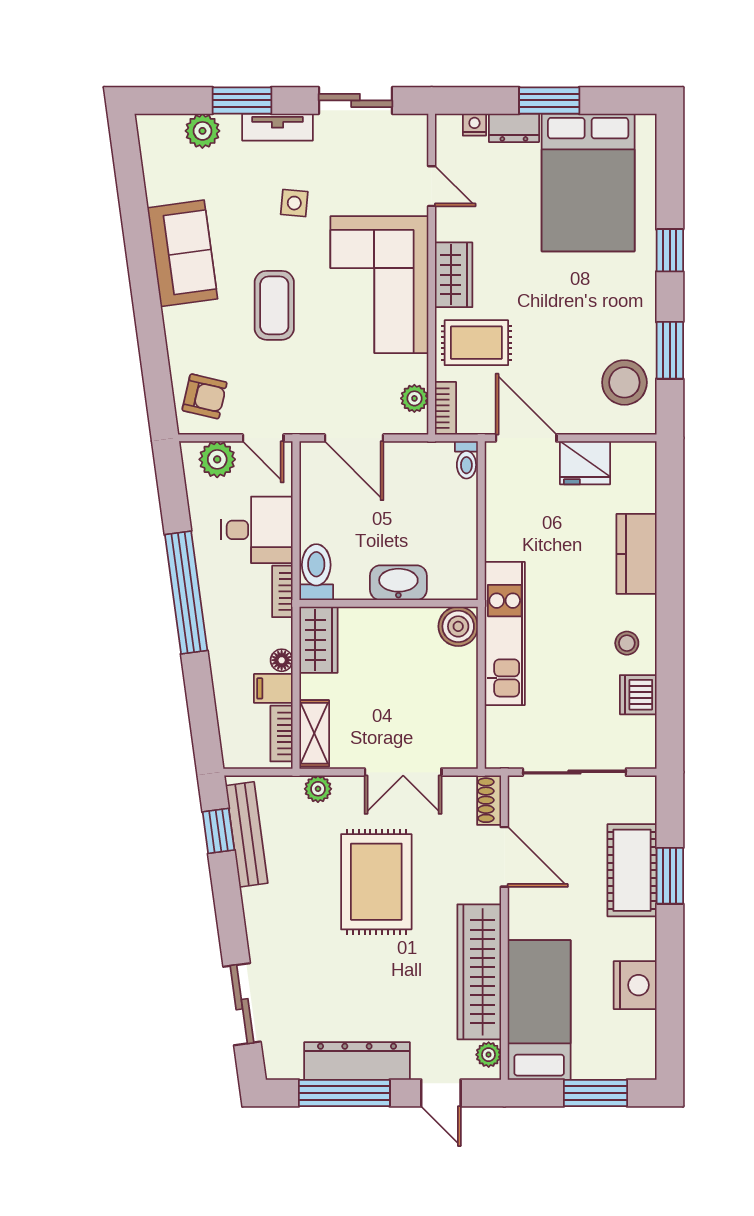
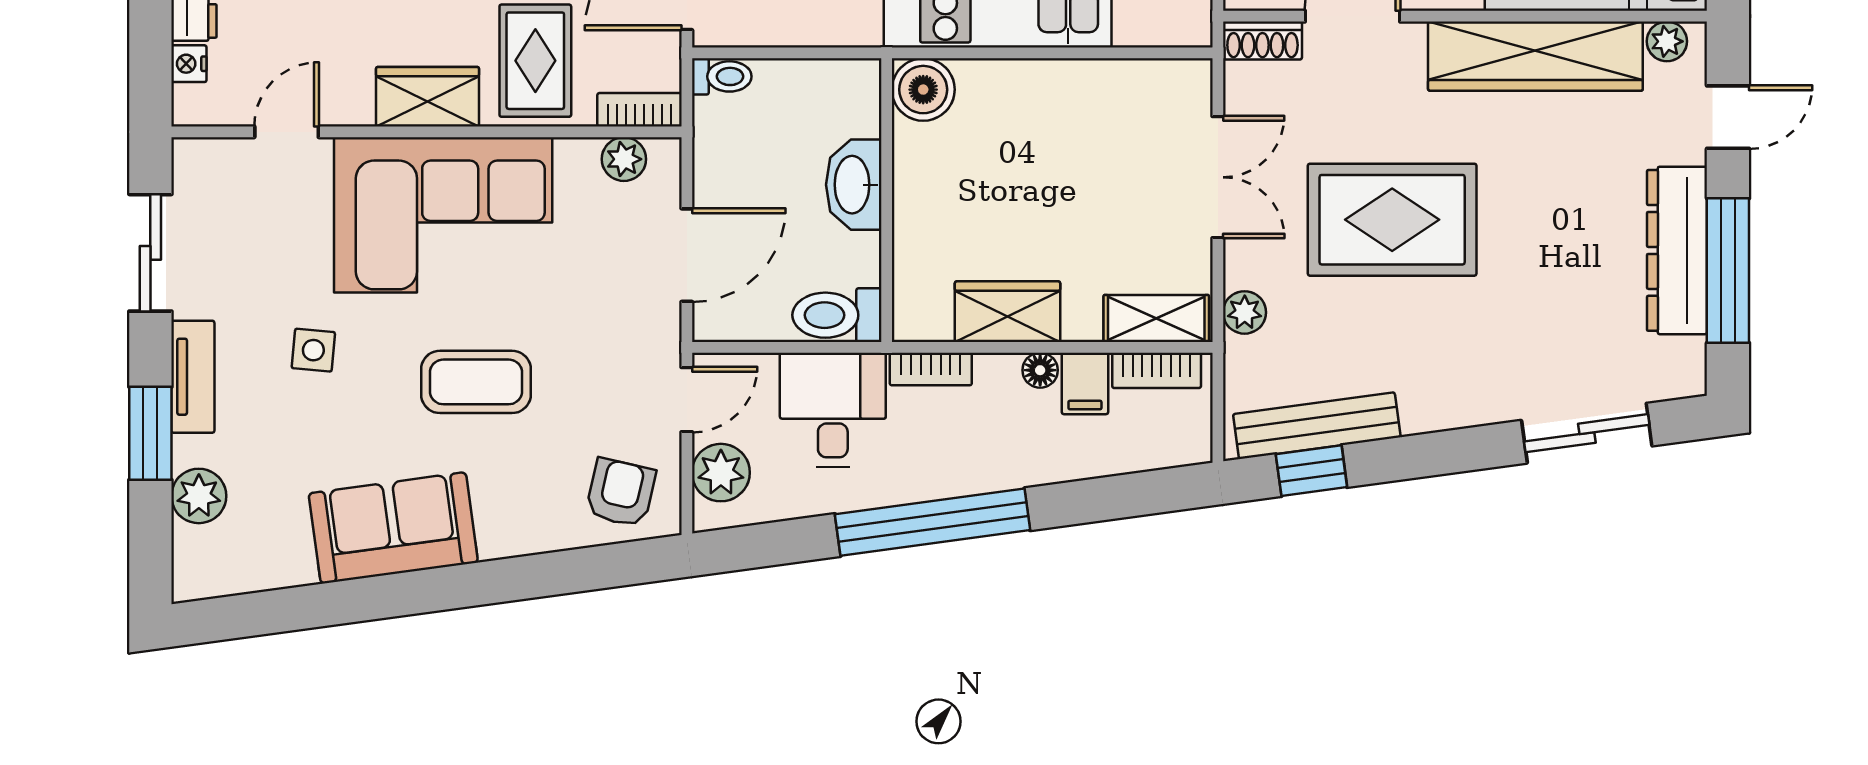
toilet: (316, 572) -> (837, 315), moved
washbasin: (398, 583) -> (854, 185), moved
wall: (389, 603) -> (887, 200), moved
boiler: (458, 626) -> (923, 90), moved

